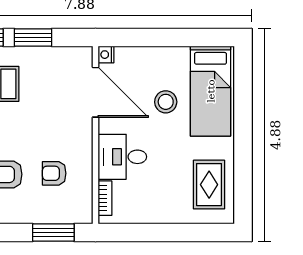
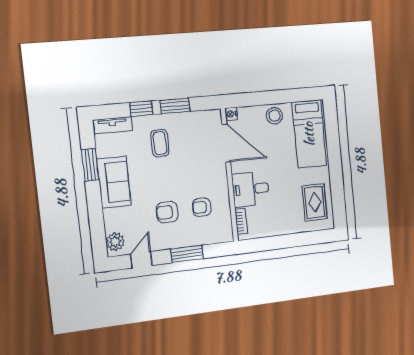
stool: (166, 102) -> (274, 116), moved
window: (53, 232) -> (187, 254), moved

